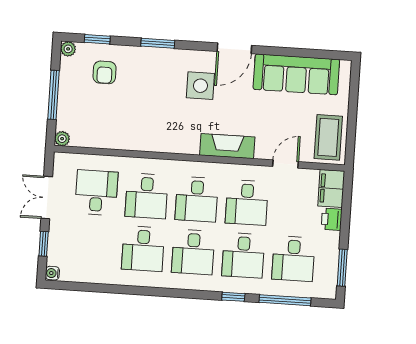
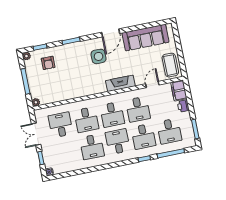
desk: (193, 252) -> (118, 142), turned 180

